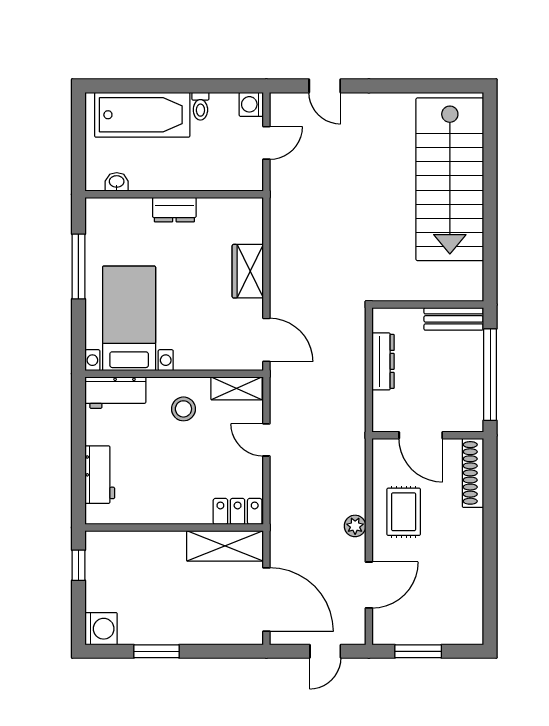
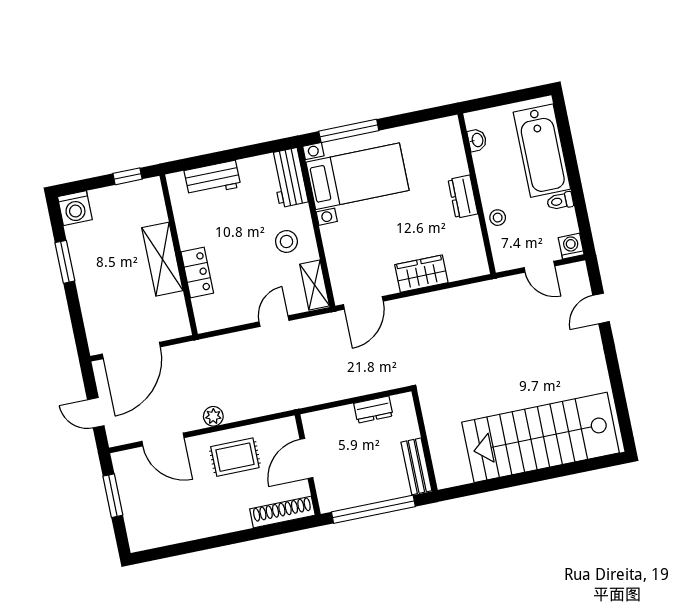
stool: (204, 177) -> (498, 218), added
window: (78, 267) -> (349, 131), moved
dresser: (383, 361) -> (373, 410), width x0.70
locker: (238, 511) -> (197, 272), moved
shelving: (225, 546) -> (162, 259), moved

